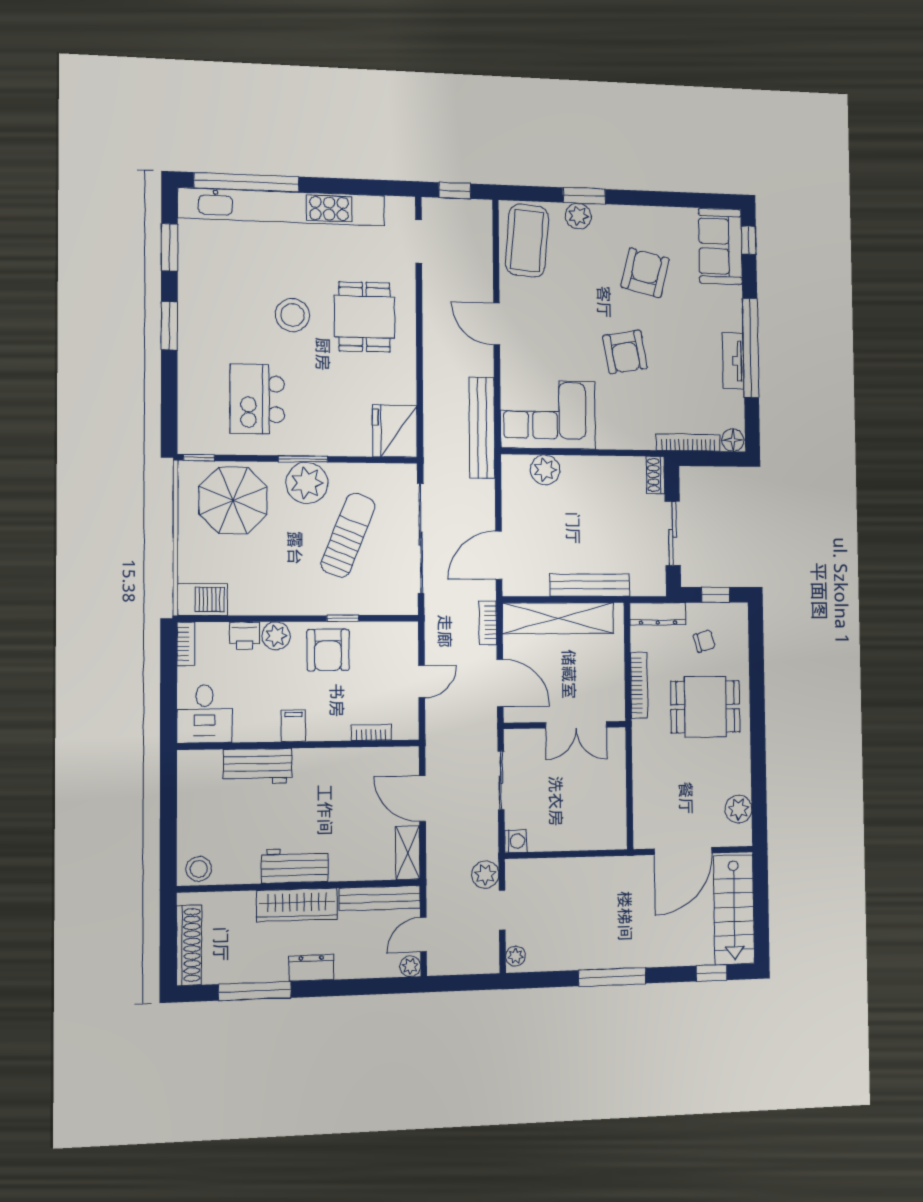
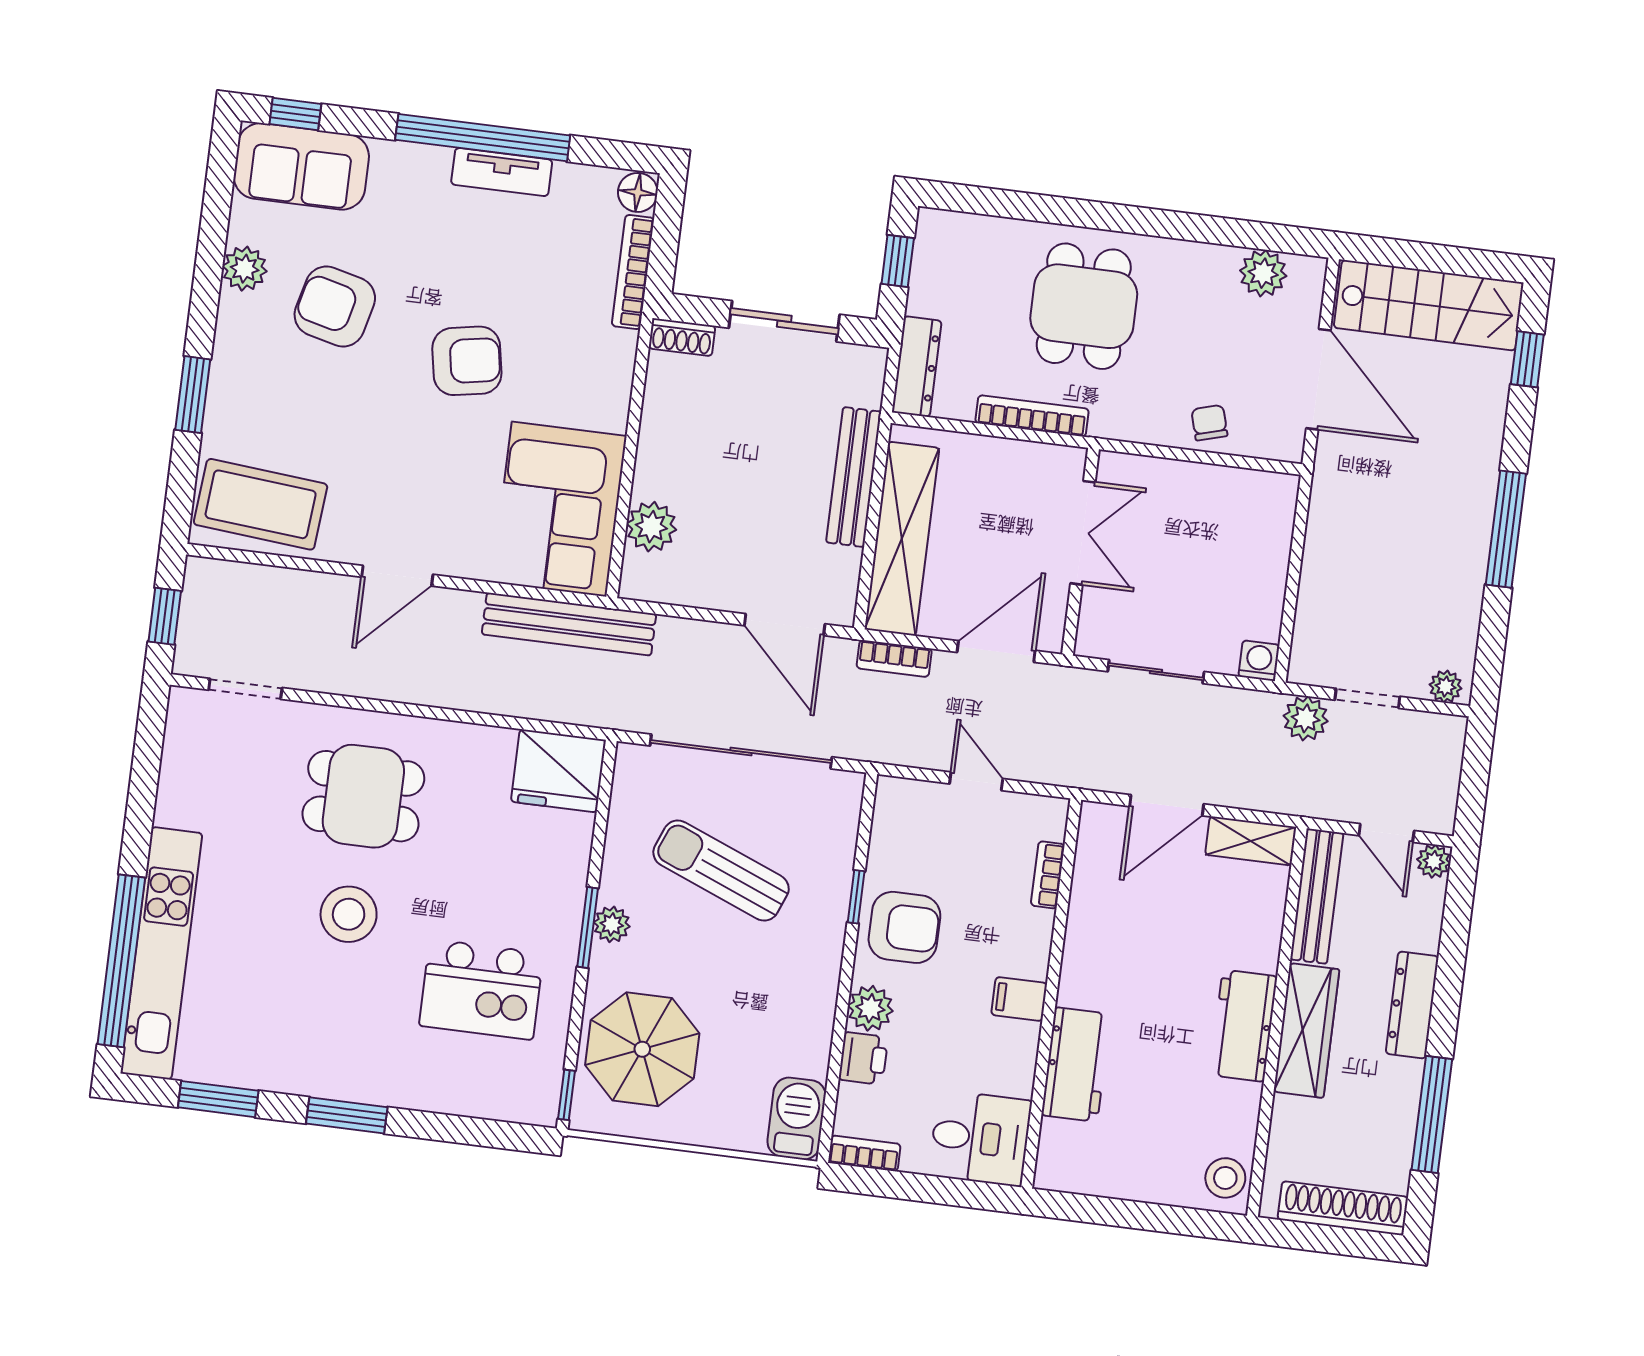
kitchen unit: (282, 207) -> (161, 953), width x0.73
plant: (578, 216) -> (245, 269), moved
plant: (307, 483) -> (612, 924), width x0.53, depth x0.53
chair: (704, 641) -> (1209, 423), moved
dresser: (311, 968) -> (1412, 1005), width x1.44

